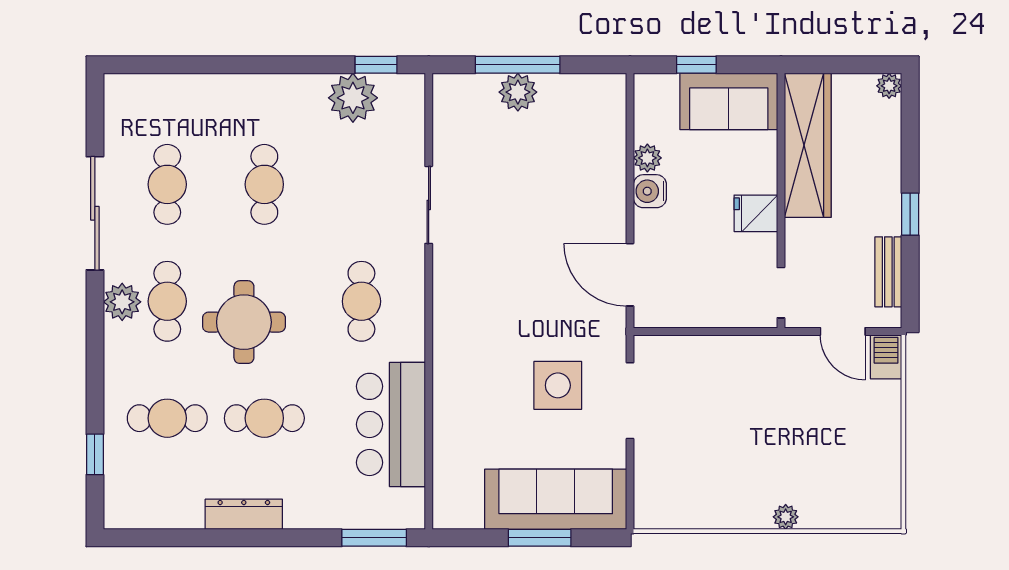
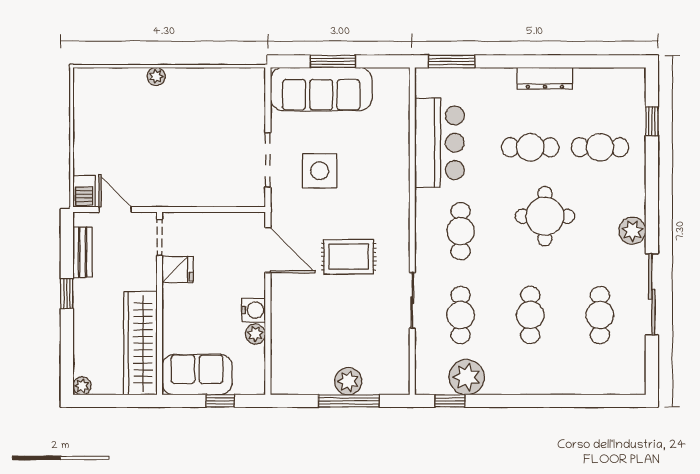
fridge: (756, 213) -> (178, 270), moved
rug: (517, 266) -> (349, 257), added
cafe table: (167, 301) -> (461, 315), moved

